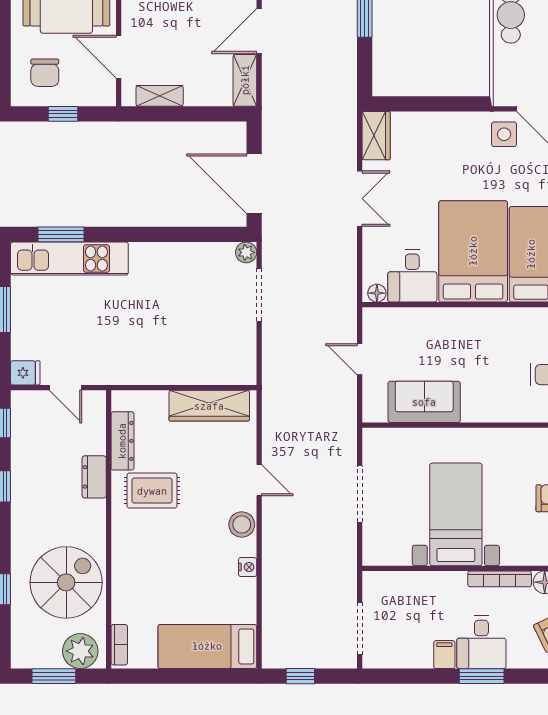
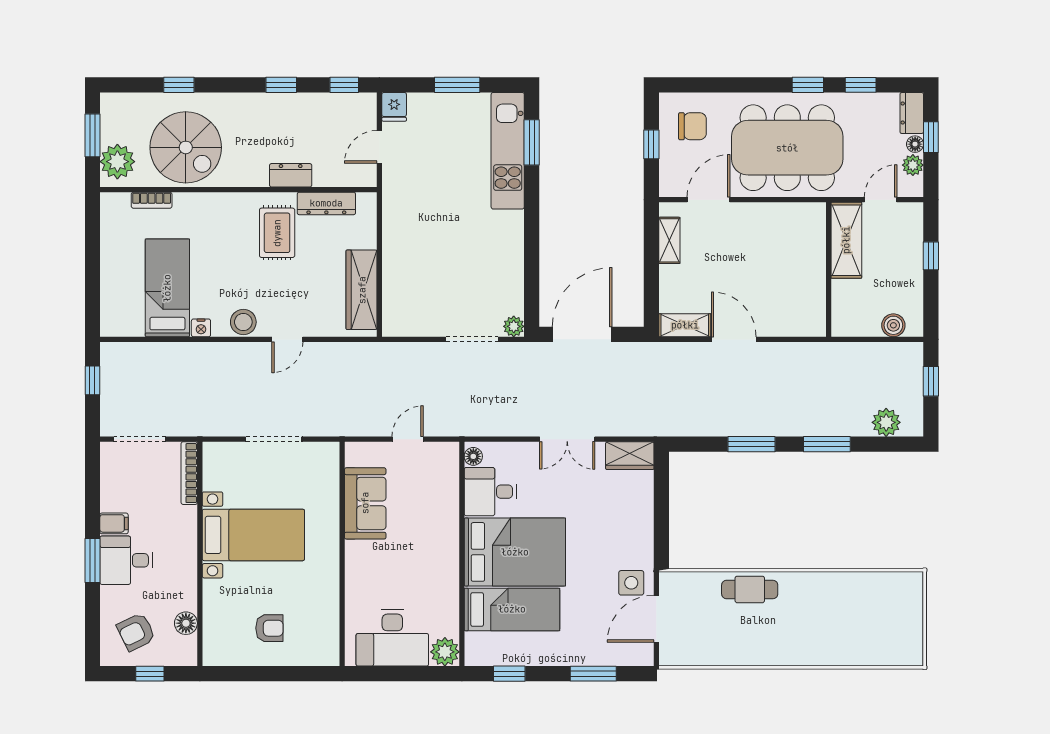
chair: (45, 73) -> (692, 126), turned 180
bookcase: (500, 579) -> (189, 473), moved
bookcase: (119, 645) -> (152, 200), moved
bed: (207, 646) -> (167, 288), moved

